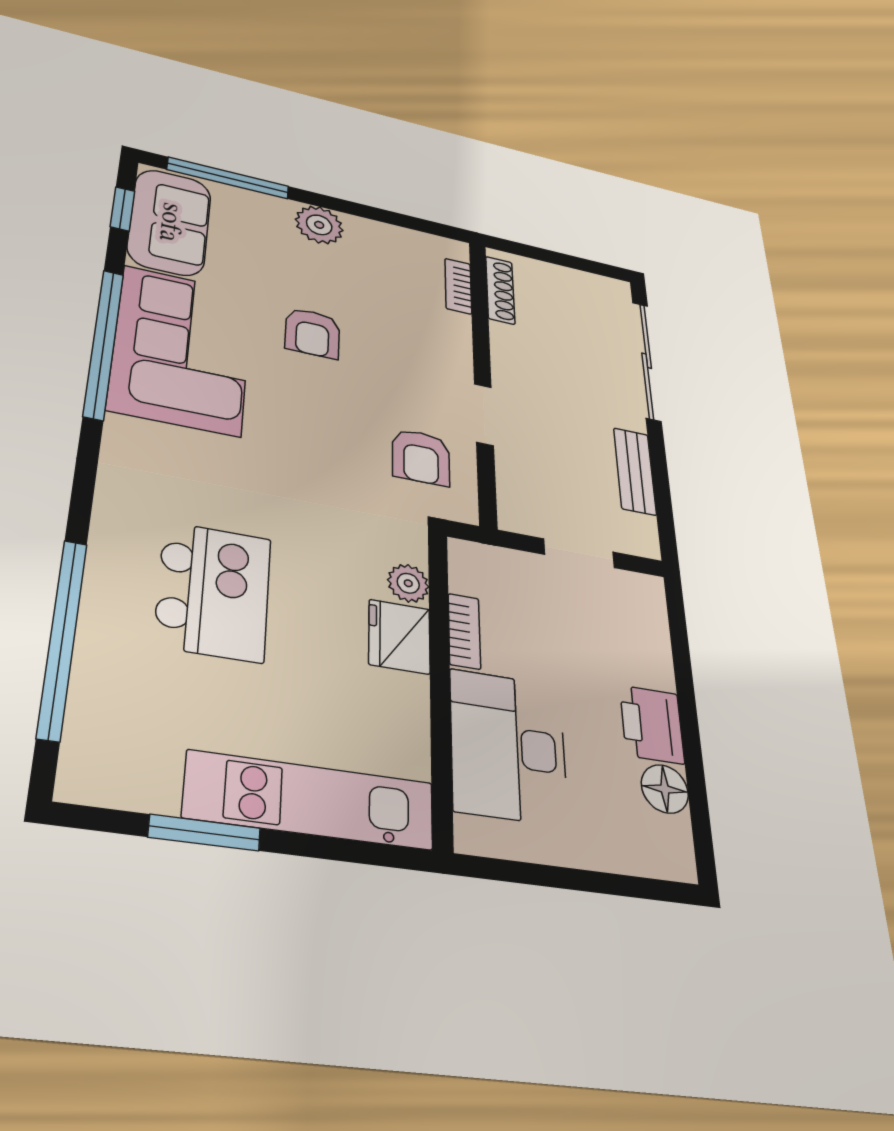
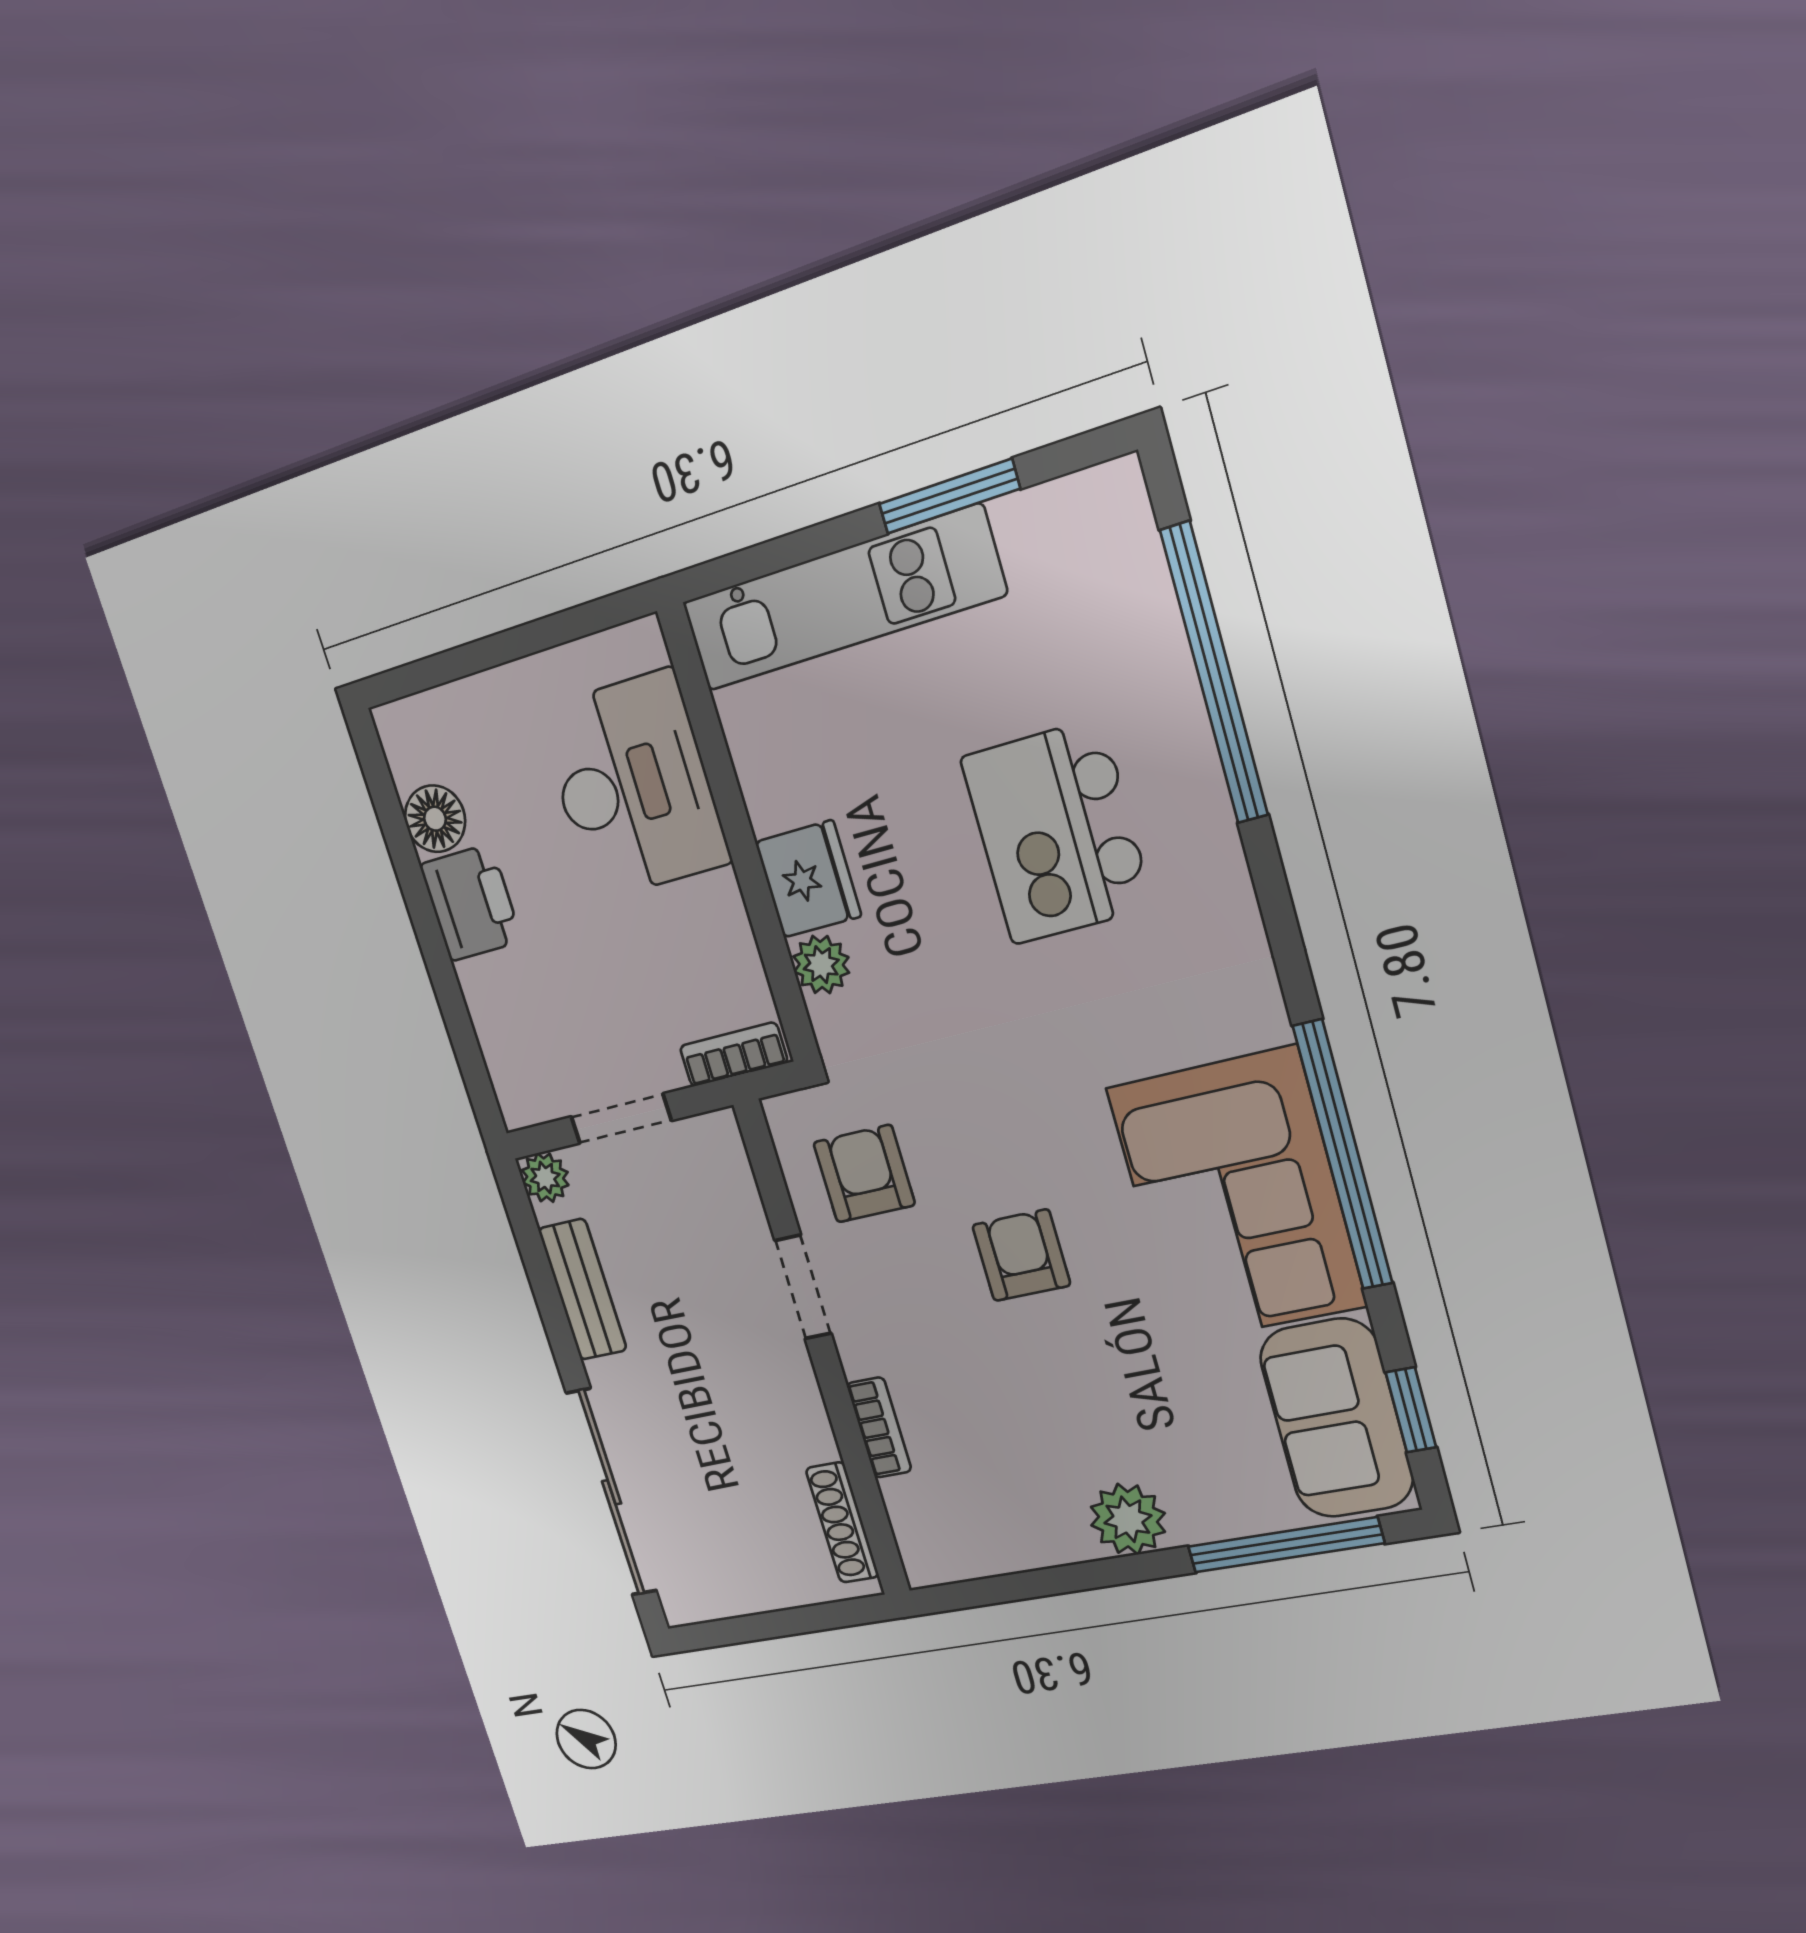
bookcase: (458, 286) -> (879, 1427), moved
armchair: (312, 333) -> (1021, 1255), moved
plant: (643, 542) -> (545, 1178), added
bookcase: (464, 631) -> (734, 1054), moved, turned 90

